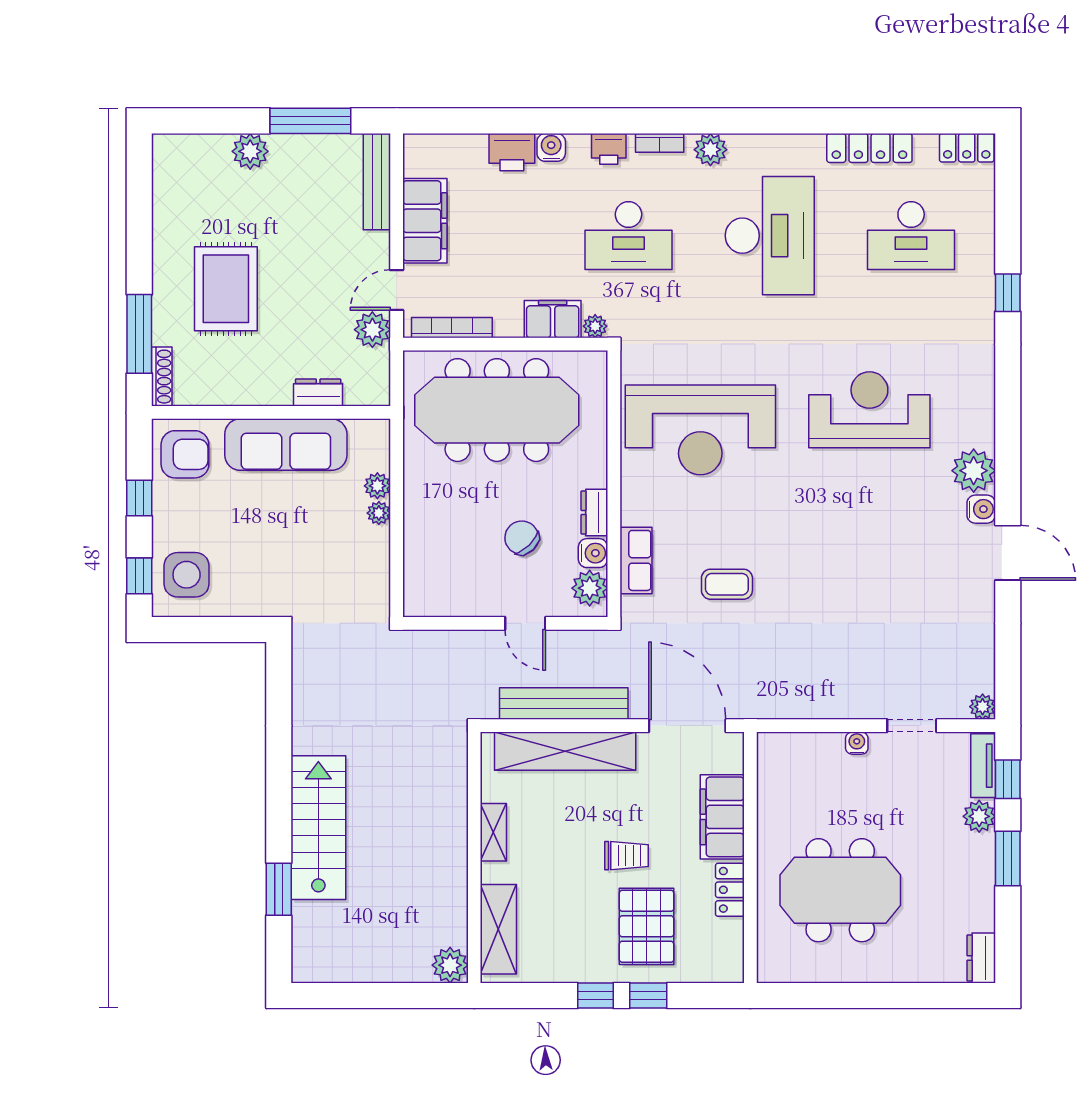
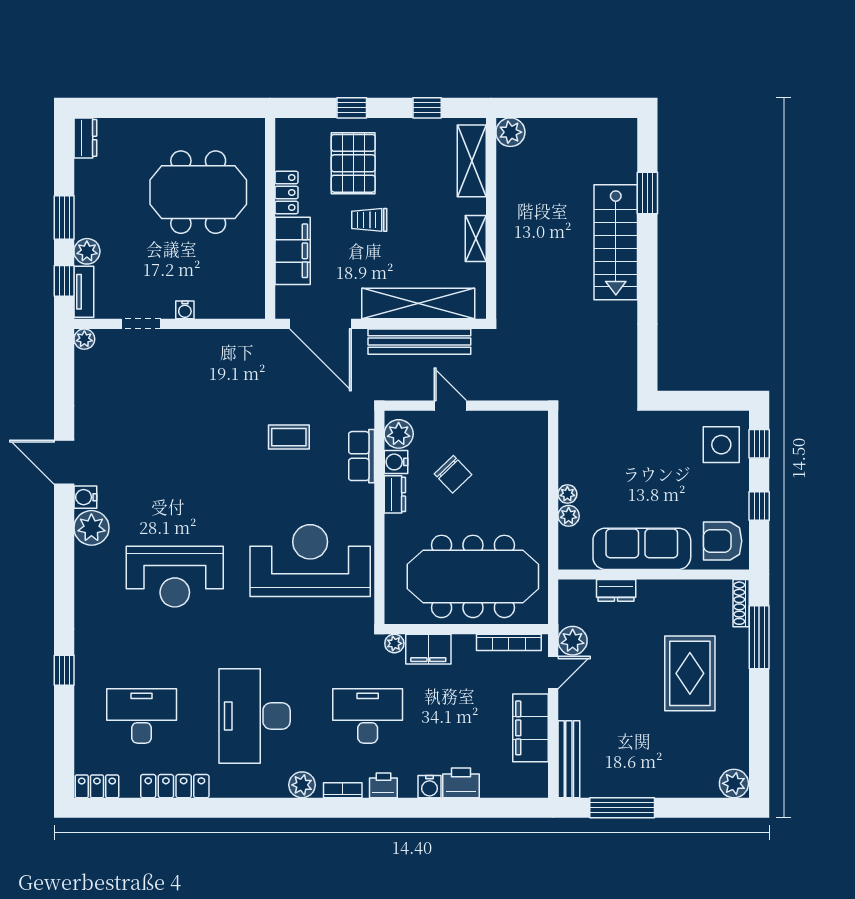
plant: (250, 151) -> (734, 783), moved
window: (595, 996) -> (427, 108), moved

